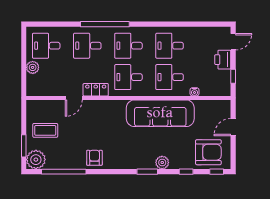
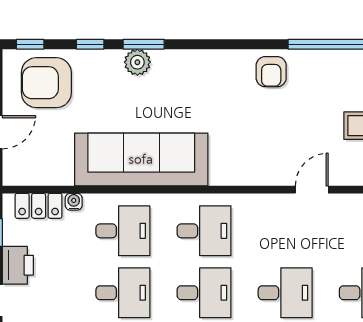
locker: (96, 90) -> (39, 206), moved
window: (147, 172) -> (144, 44), moved

